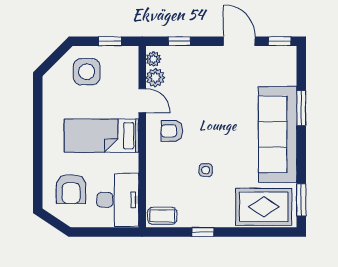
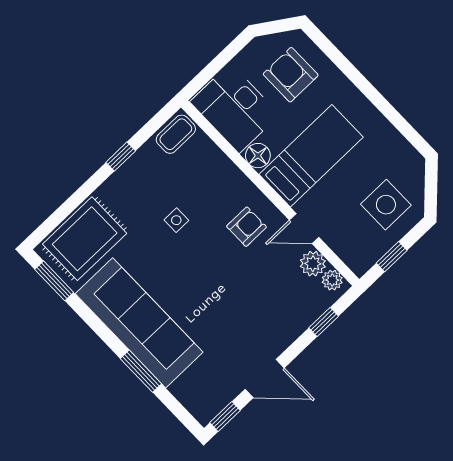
floor lamp: (130, 163) -> (258, 156), added

